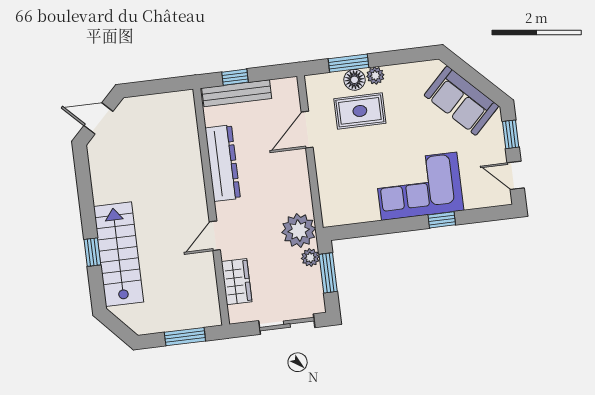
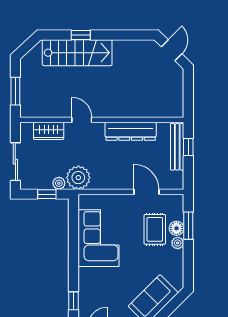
corner sofa: (419, 186) -> (98, 238), moved
window: (442, 220) -> (74, 301), moved
window: (328, 273) -> (47, 194), width x0.67

